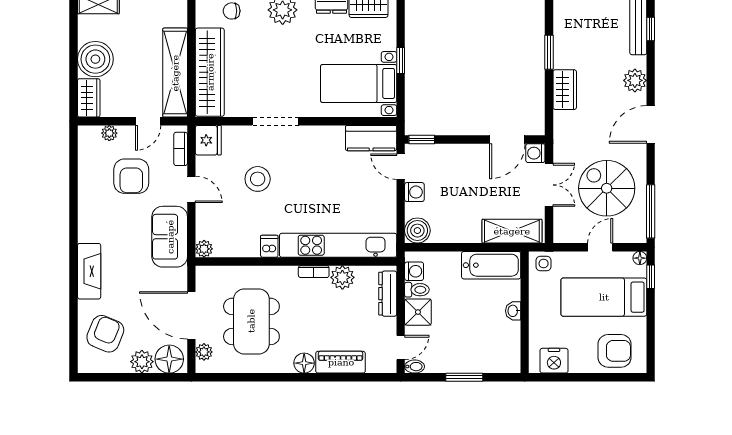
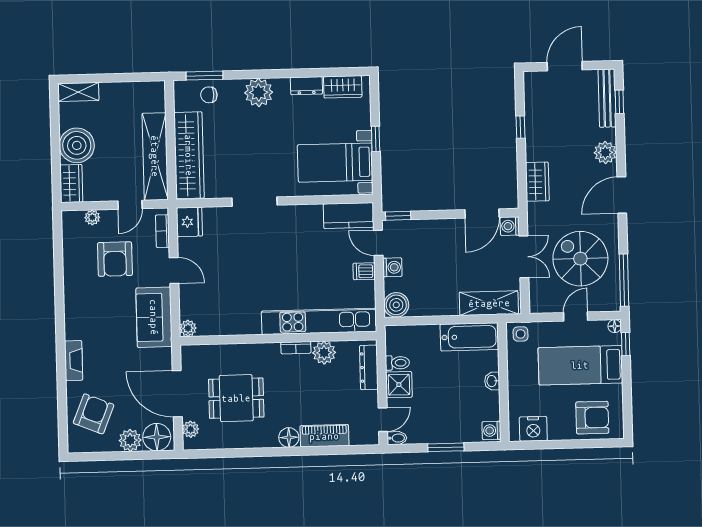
window: (549, 52) -> (521, 127), width x0.67
wardrobe: (565, 90) -> (537, 182), moved
stool: (258, 179) -> (239, 258), removed
dishwasher: (269, 246) -> (364, 271), moved, turned -90
fireplace: (89, 271) -> (74, 361), width x0.73, depth x0.76
washing machine: (414, 271) -> (491, 430), moved, turned 180
dining table: (251, 321) -> (236, 398), width x0.73

